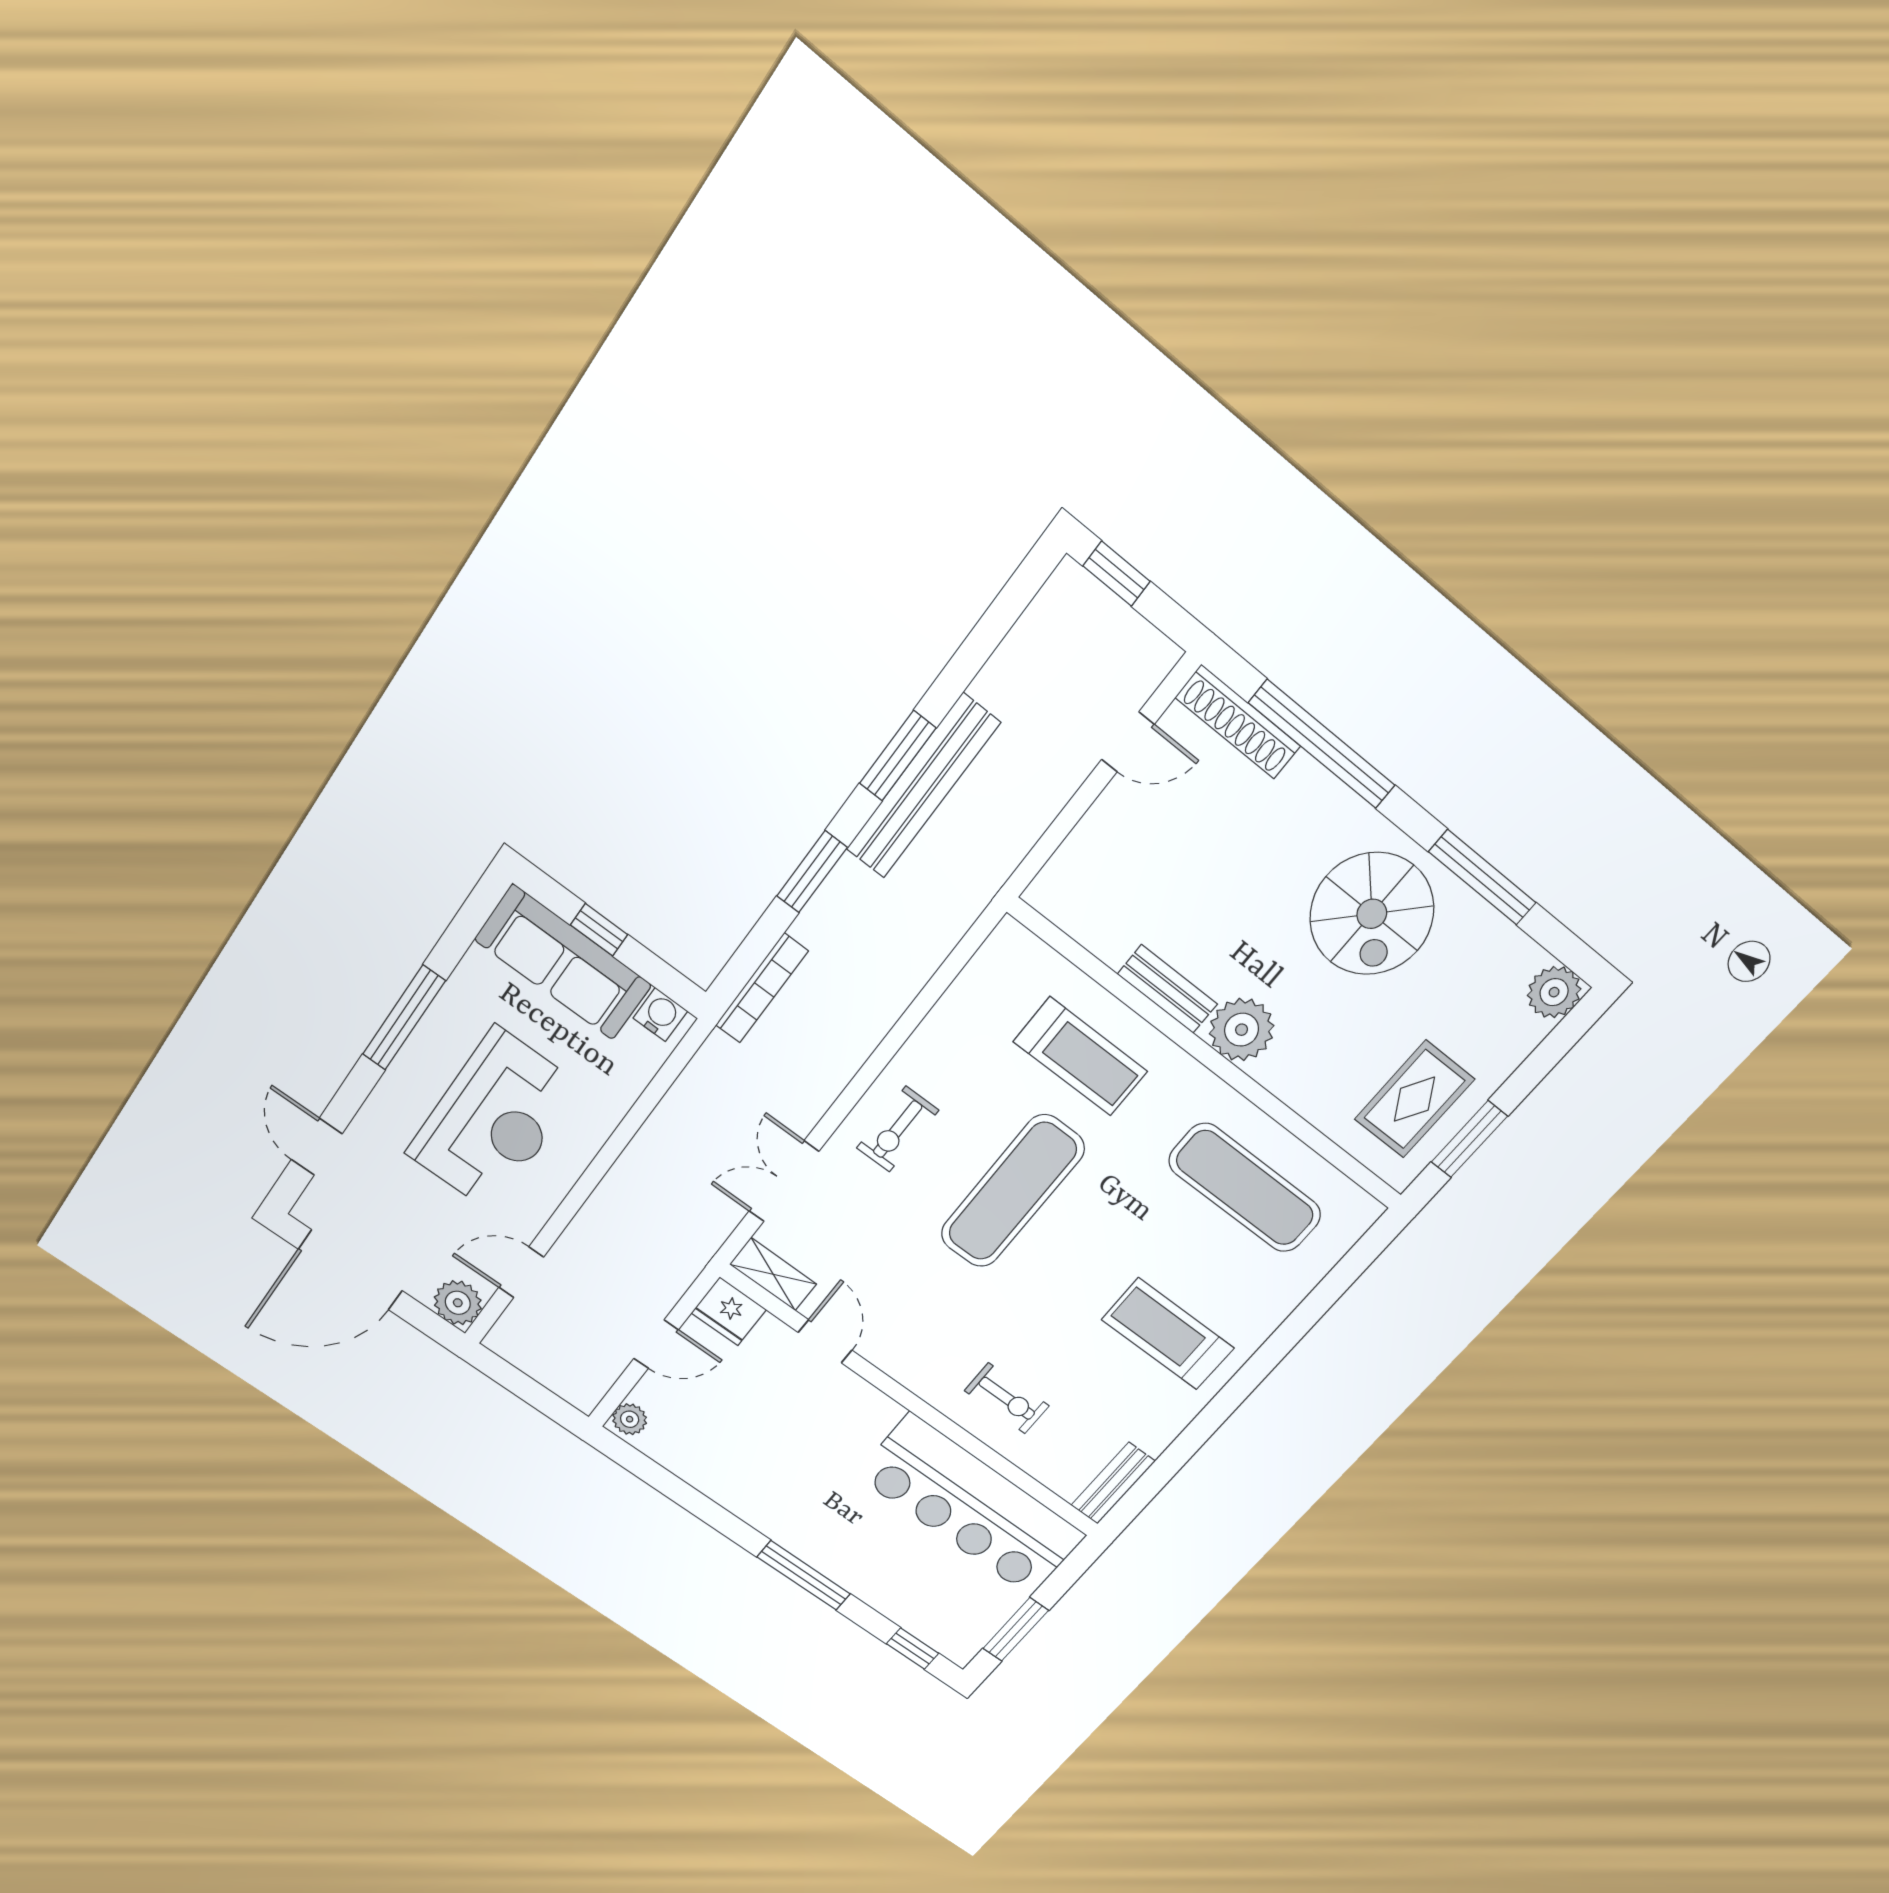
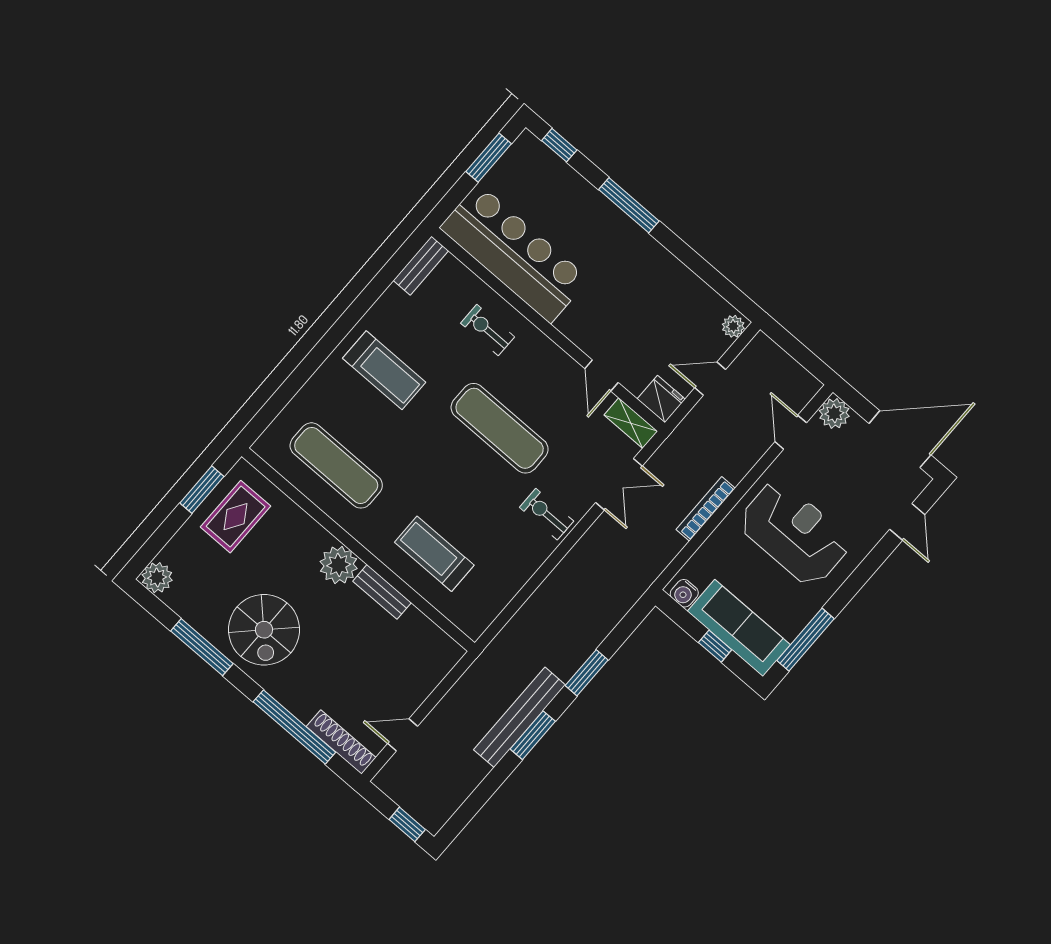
spiral stairs: (1372, 914) -> (264, 630), turned 180
bookcase: (762, 988) -> (706, 509), moved
window: (404, 1018) -> (805, 640), moved
reception desk: (494, 1120) -> (794, 533), turned 90
exercise bike: (898, 1129) -> (547, 514), turned -90
exercise mat: (1012, 1191) -> (500, 428), moved, turned 90
door: (521, 1272) -> (791, 432), swing flipped

